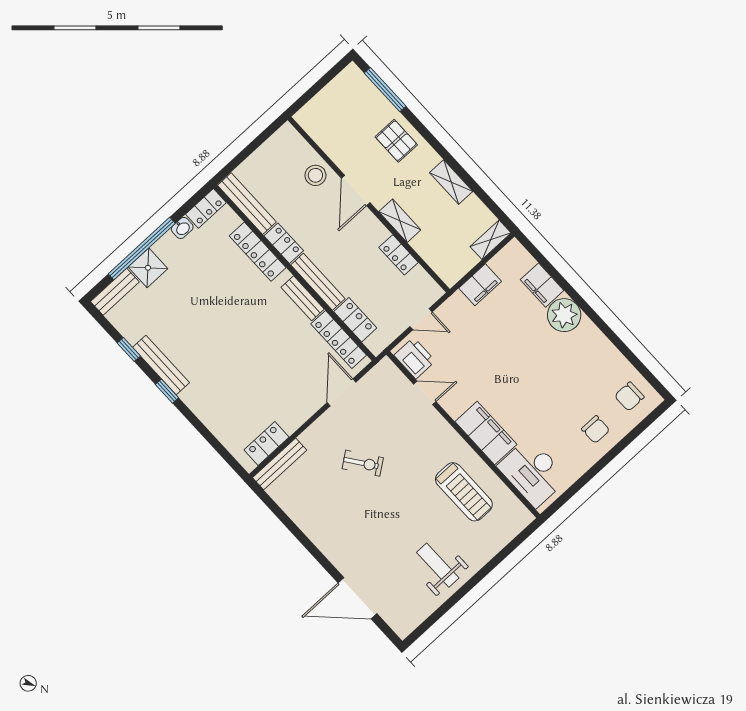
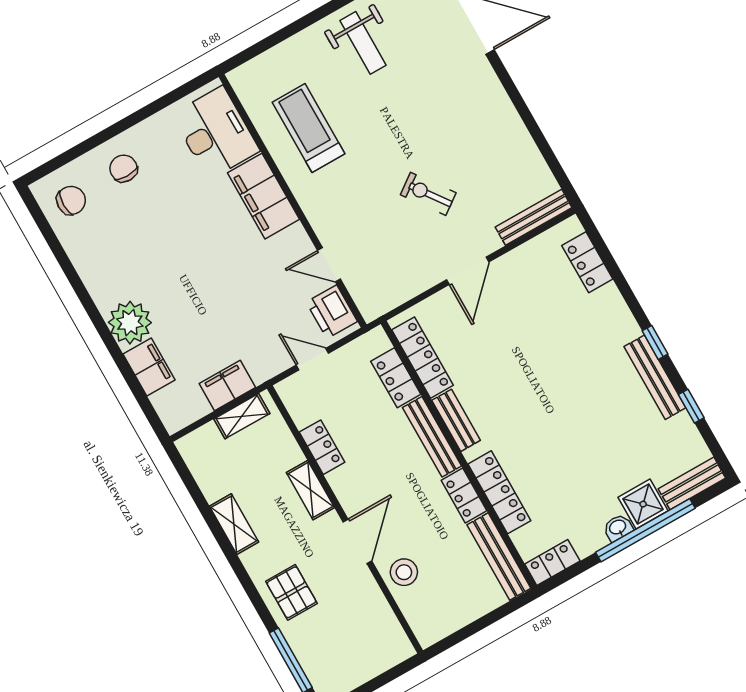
washbasin: (182, 228) -> (618, 528), moved
shelving: (491, 240) -> (242, 416), moved
door: (341, 392) -> (468, 271), moved
locker: (266, 443) -> (587, 262), moved, turned 90

